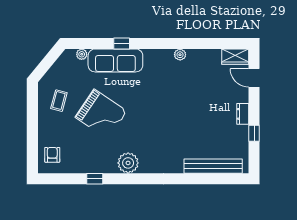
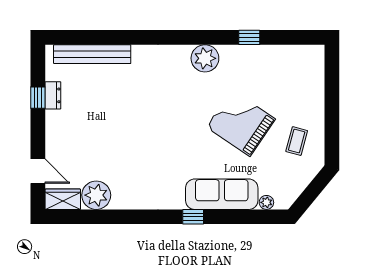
window: (122, 44) -> (193, 217), moved
plant: (180, 55) -> (96, 195), moved, width x1.87, depth x1.87
dresser: (243, 114) -> (53, 95), moved
armchair: (52, 155) -> (306, 69), removed

